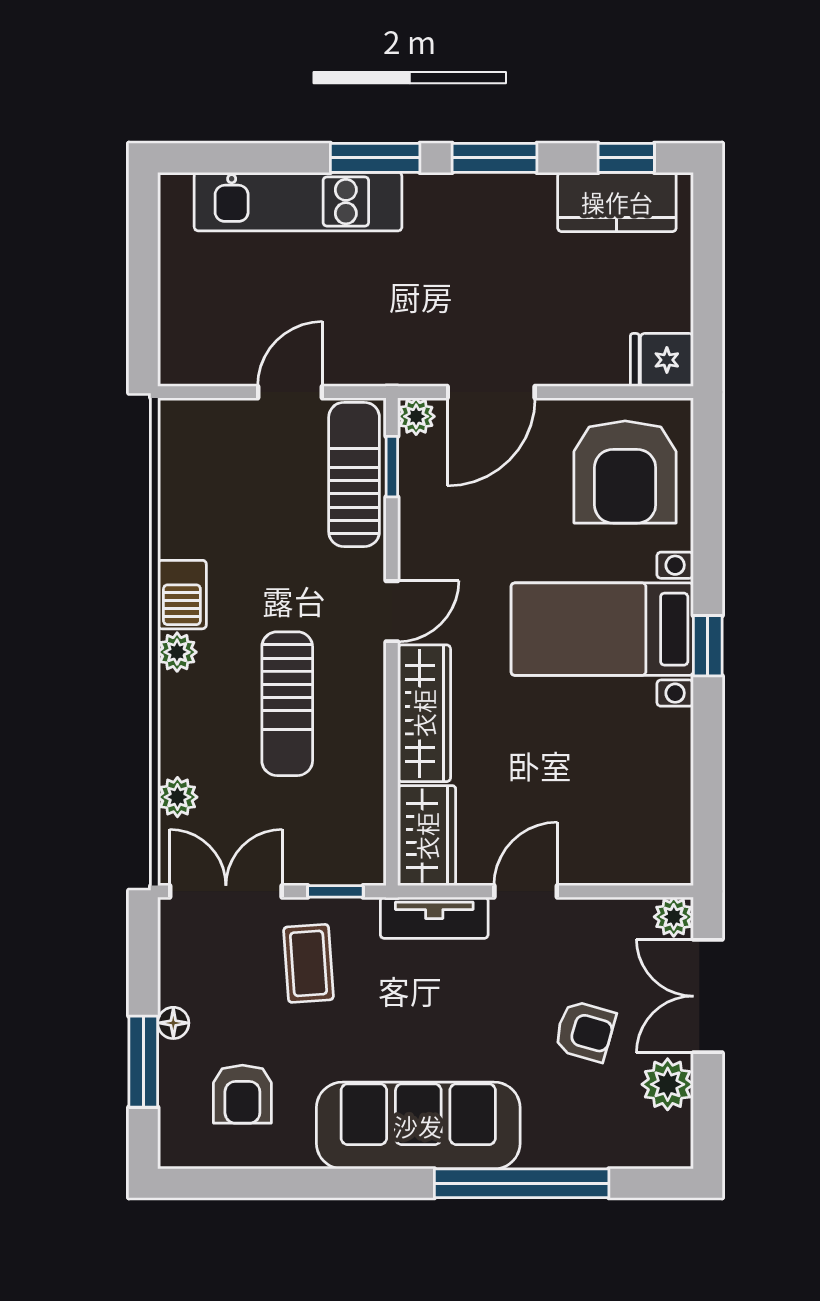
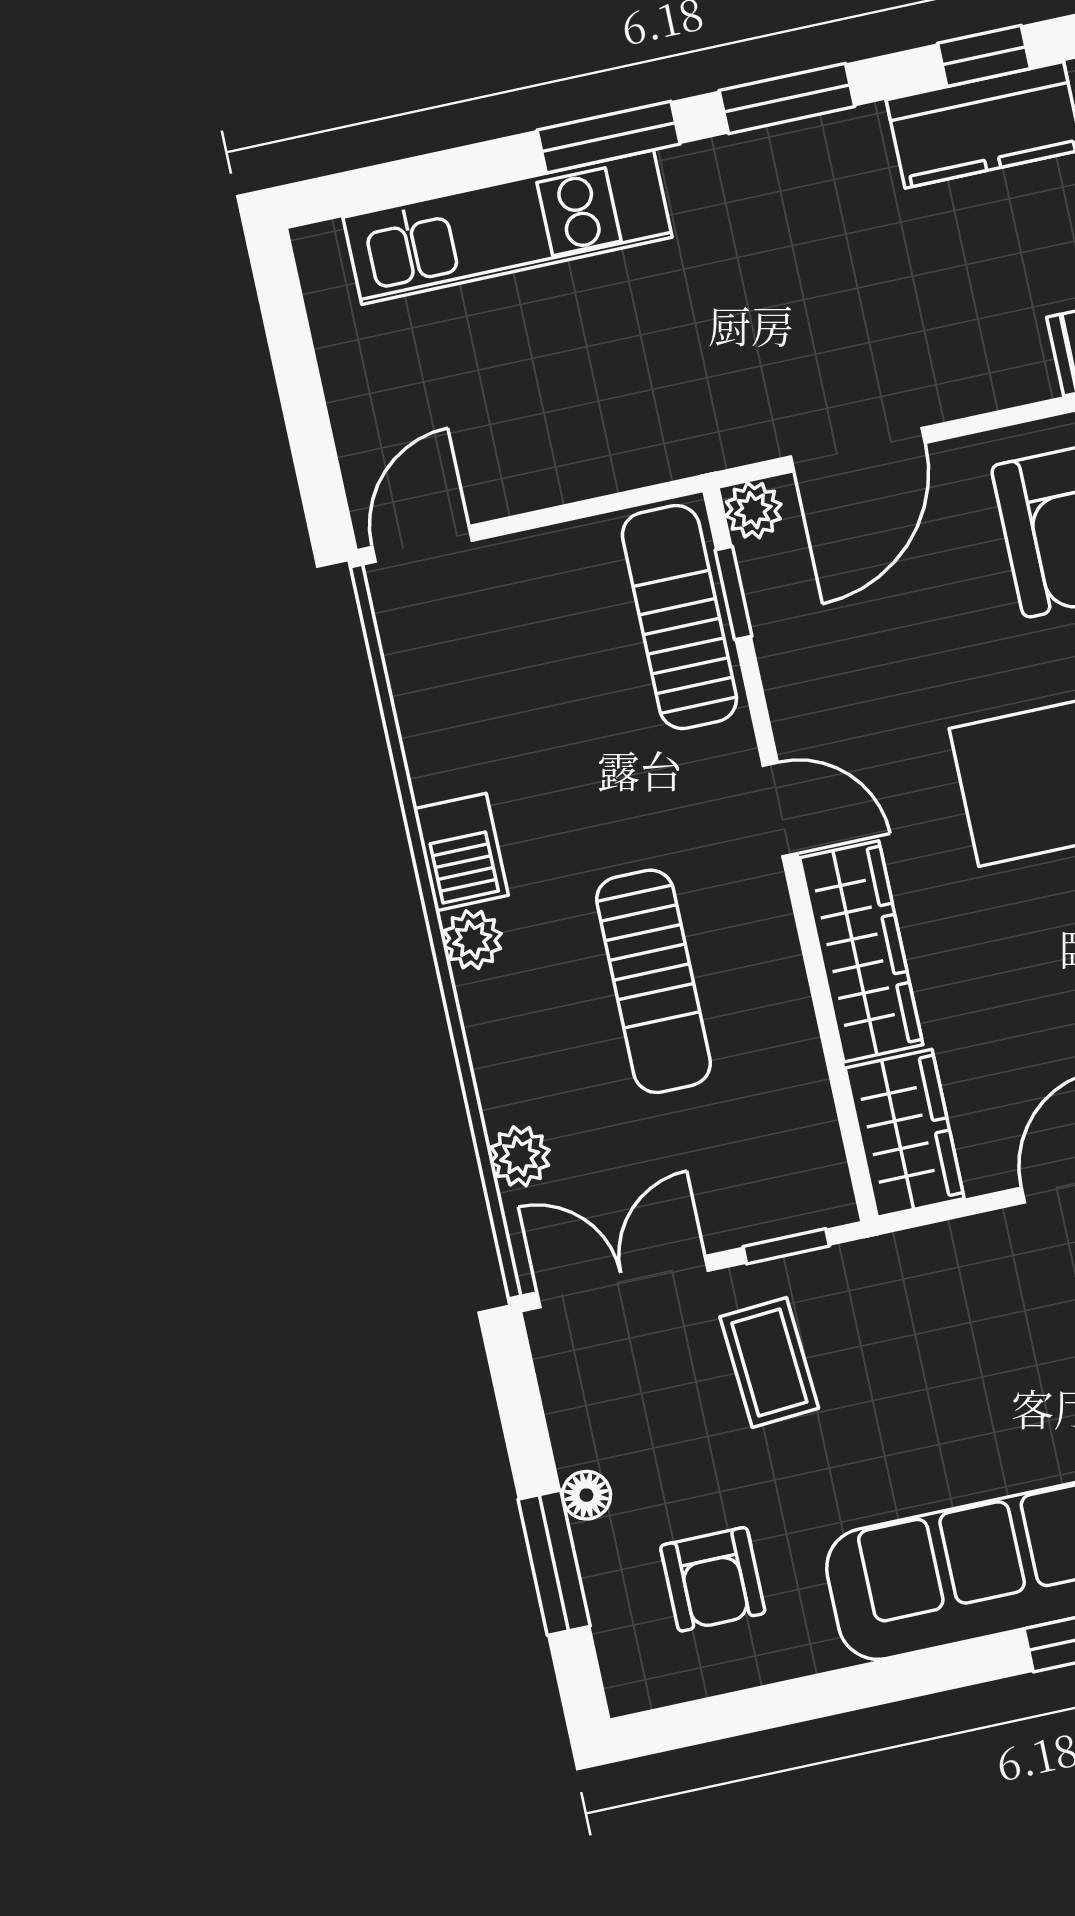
door: (290, 392) -> (422, 544), moved
door: (392, 611) -> (780, 809), hinge flipped
tv unit: (434, 918) -> (942, 1254), removed

